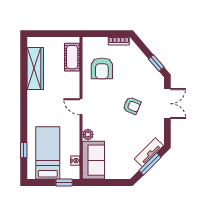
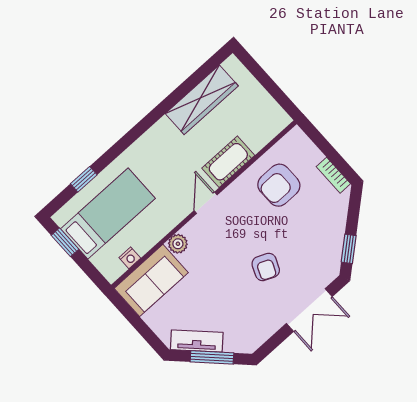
cot: (72, 57) -> (228, 162), moved
tv unit: (149, 152) -> (197, 341), moved
window: (64, 183) -> (65, 242), moved

